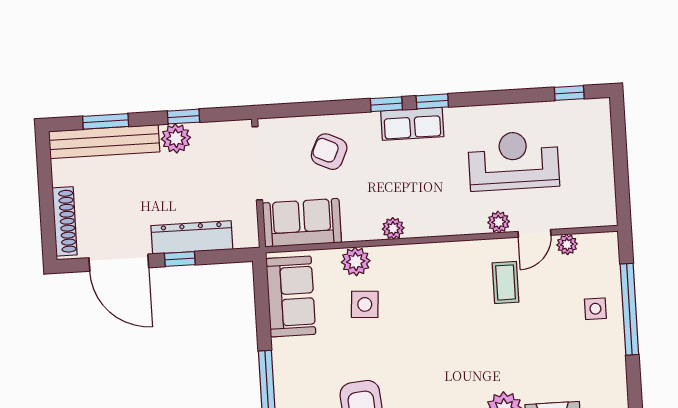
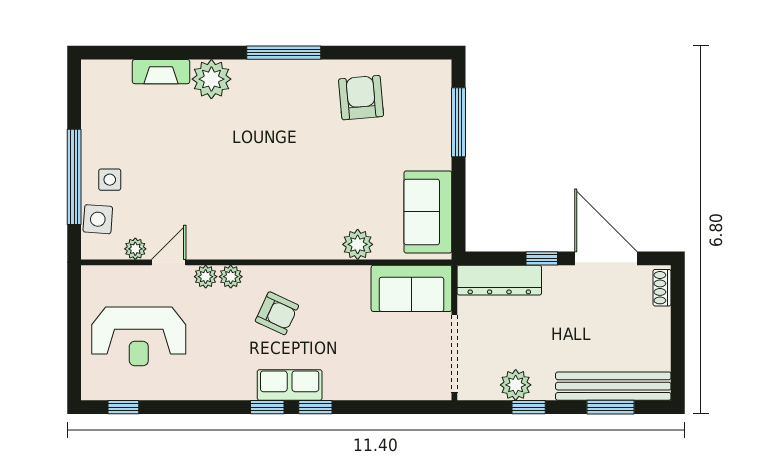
plant: (176, 138) -> (516, 385), moved
armchair: (329, 152) -> (277, 313), moved
reception desk: (514, 161) -> (139, 336), moved
shoe rack: (65, 221) -> (662, 288), width x0.51, depth x0.81
plant: (393, 228) -> (231, 277), moved
dresser: (192, 237) -> (499, 280), moved
coffee table: (506, 282) -> (202, 213), removed
side table: (365, 304) -> (98, 219), moved

